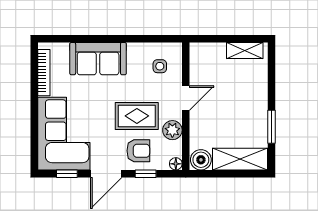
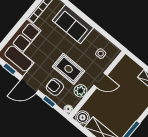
armchair: (138, 151) -> (55, 87), turned 180

